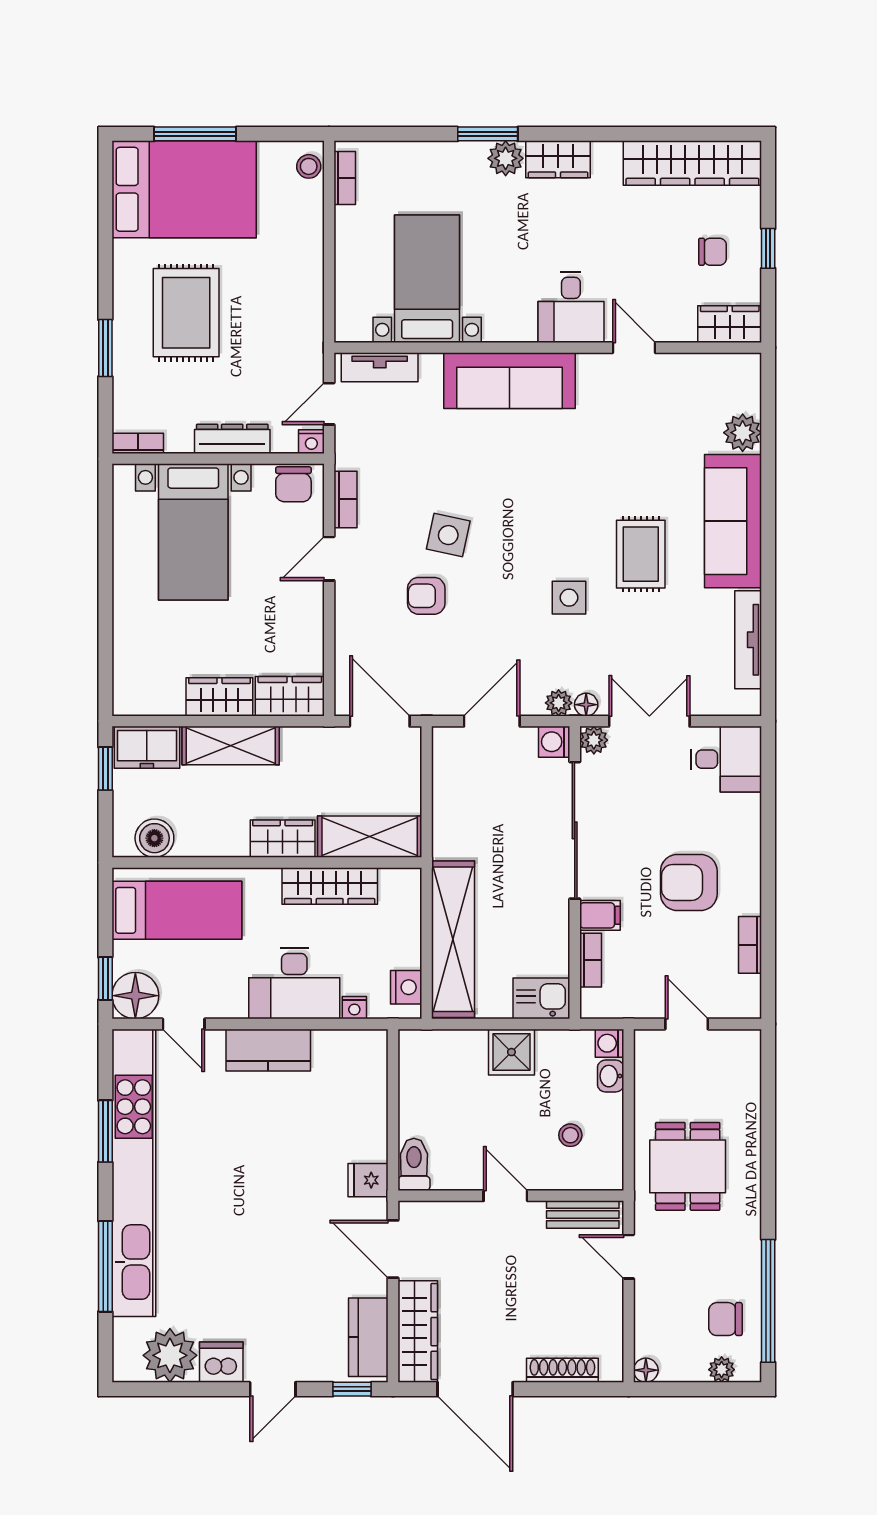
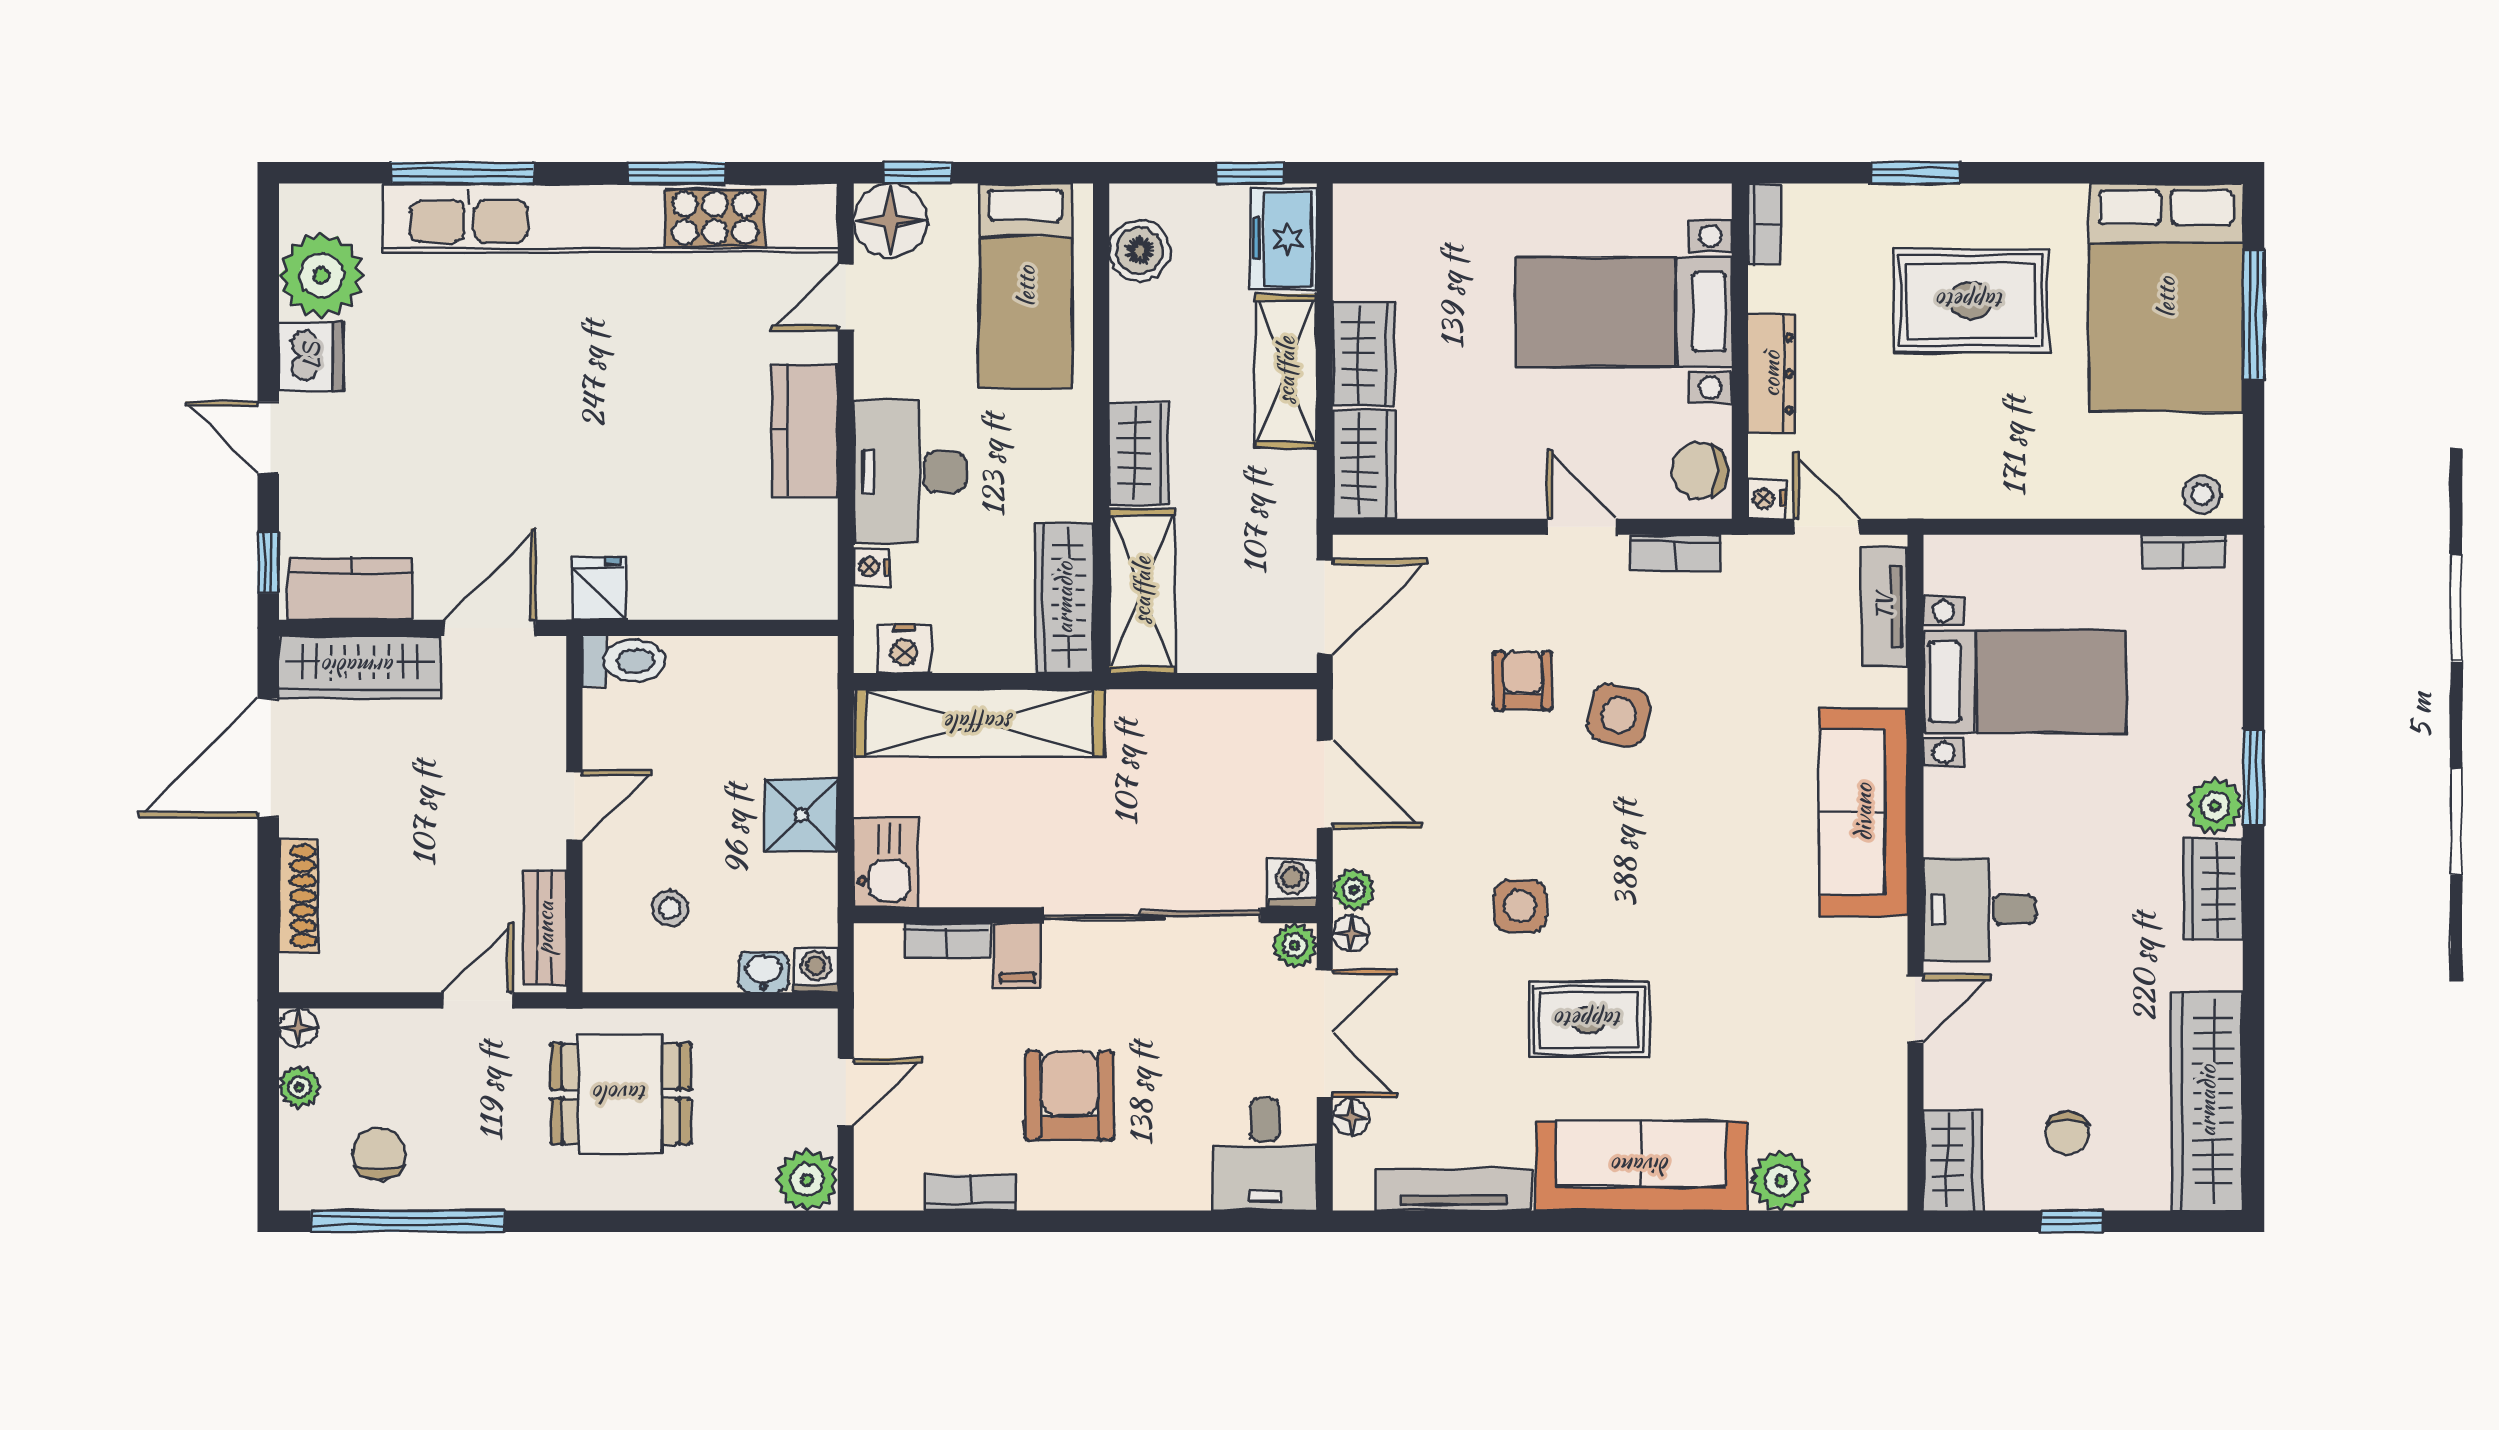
floor lamp: (702, 705) -> (1351, 1117), added
wardrobe: (330, 886) -> (1064, 598), moved
plant: (742, 1048) -> (807, 1180), added
plant: (722, 1370) -> (299, 1087), moved

